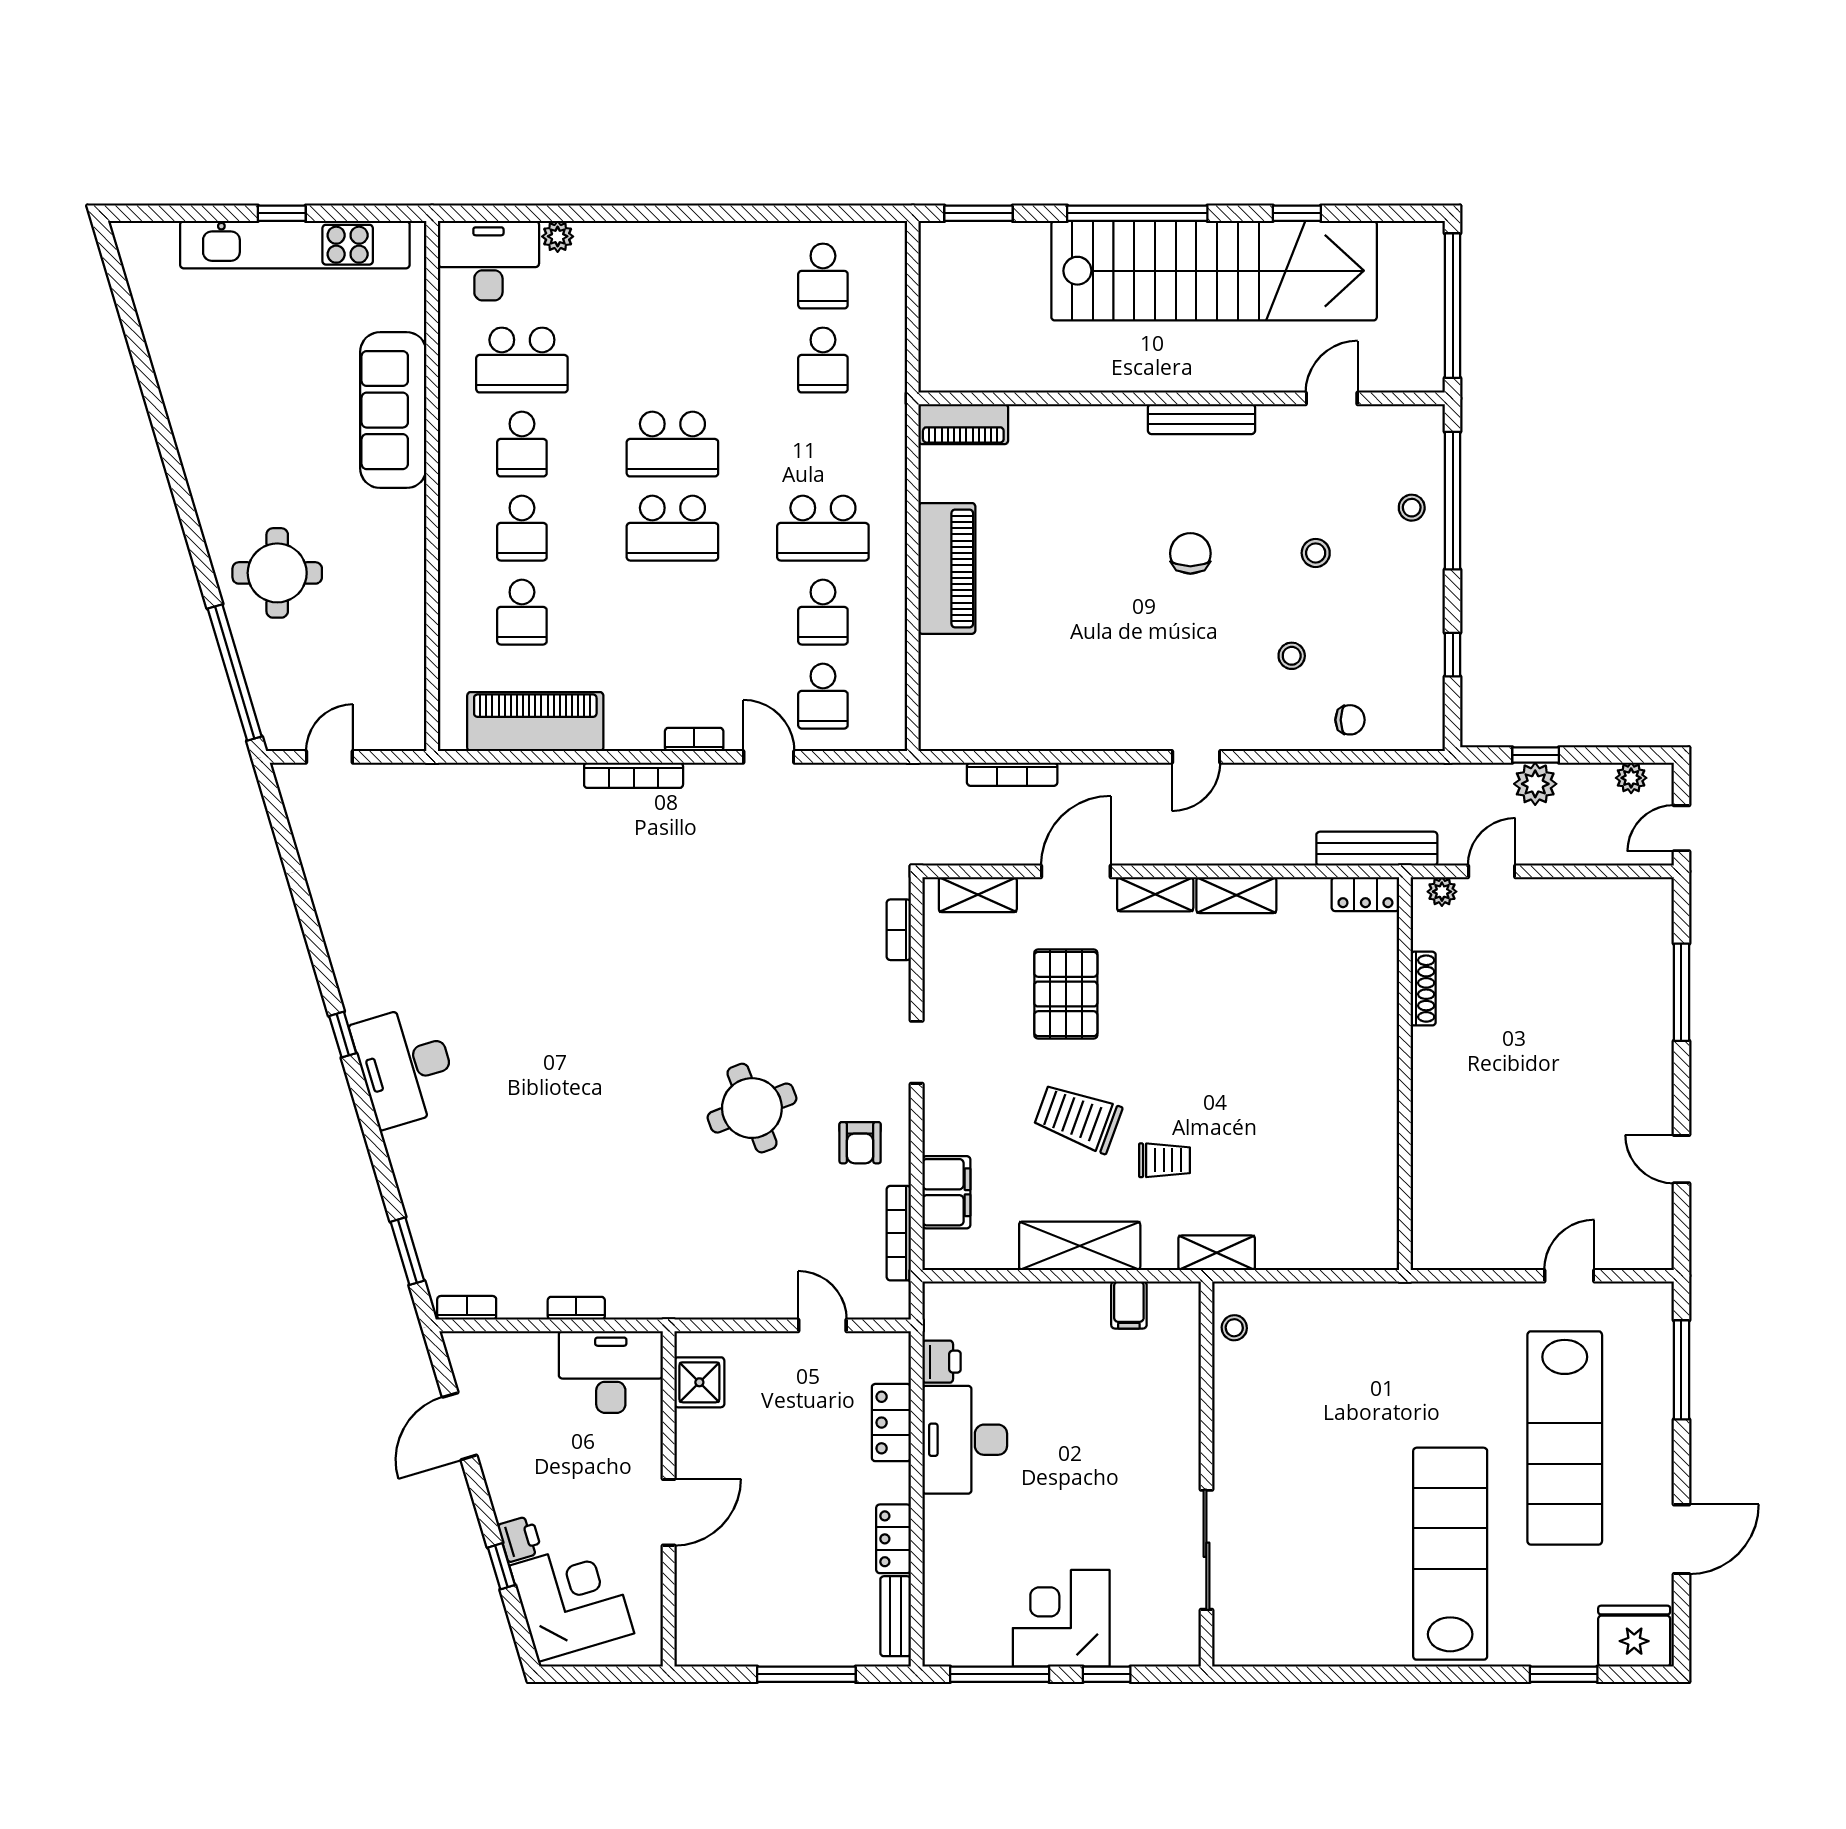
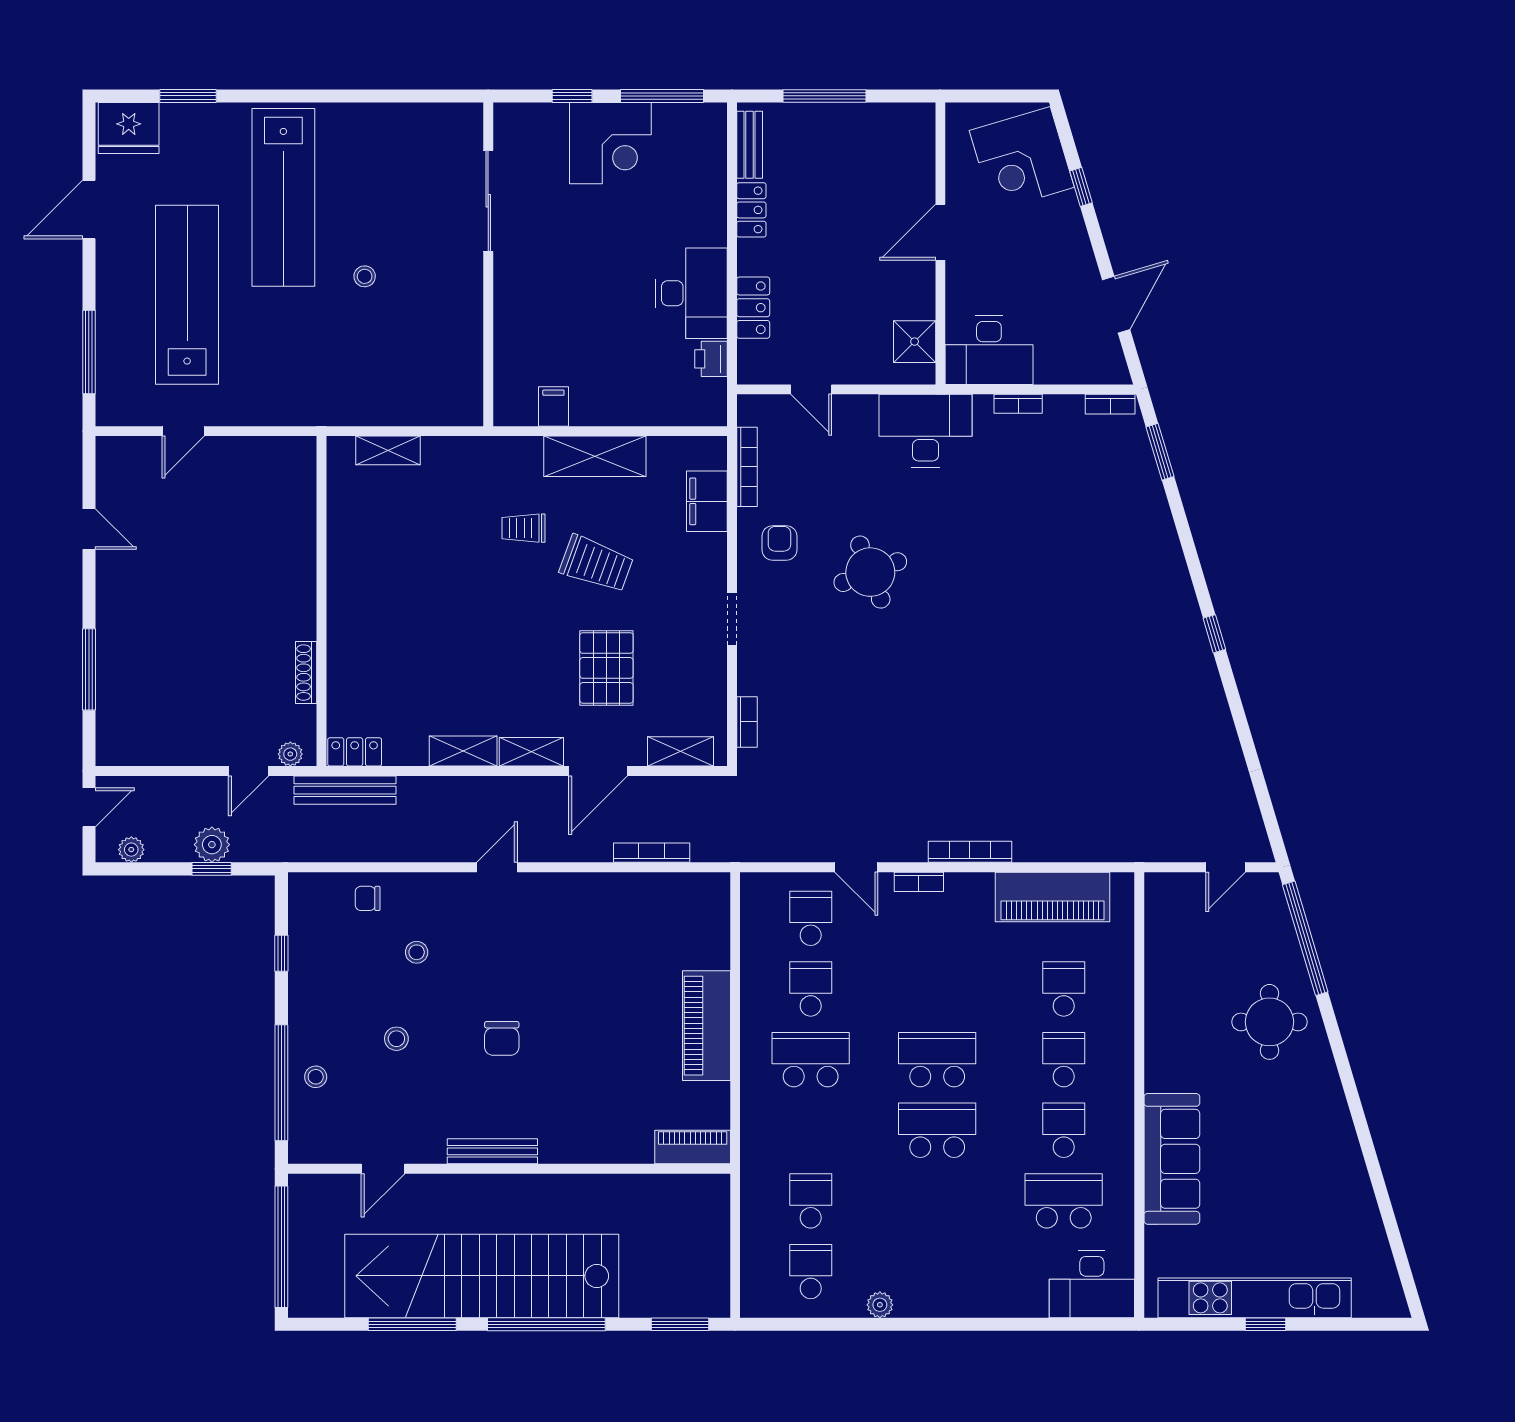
window: (1297, 213) -> (412, 1324), width x2.17
plant: (558, 236) -> (880, 1305), moved
desk: (405, 1066) -> (926, 431), moved, turned -73
shelving: (1217, 1253) -> (388, 450), moved
stool: (1234, 1328) -> (365, 276), moved
printer: (520, 1539) -> (1065, 210), removed

